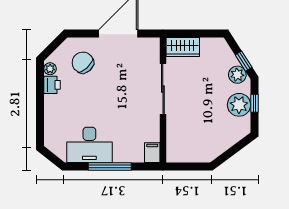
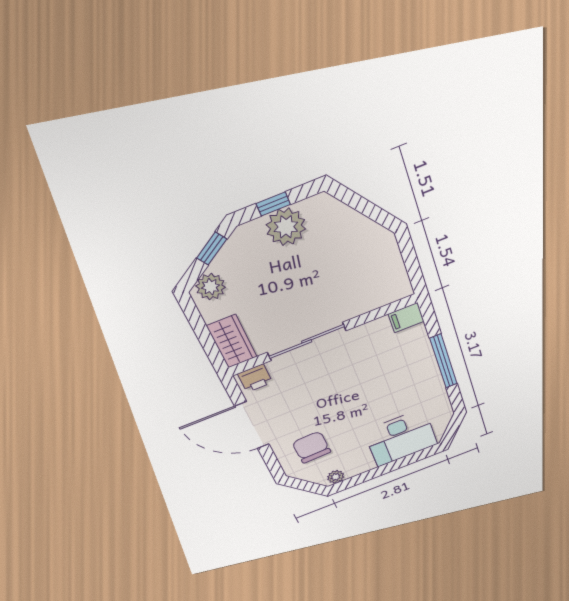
chair: (83, 63) -> (312, 447), turned 130
plant: (237, 75) -> (211, 287), moved
printer: (52, 85) -> (255, 378), moved, turned 180
desk: (89, 145) -> (401, 438), moved, turned 90

